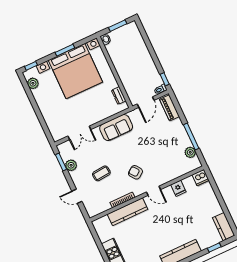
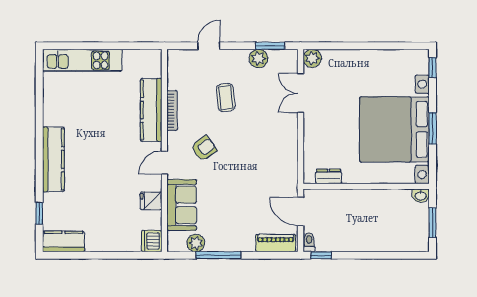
plant: (33, 83) -> (312, 58), moved
sofa: (116, 128) -> (182, 205), moved, turned 180

